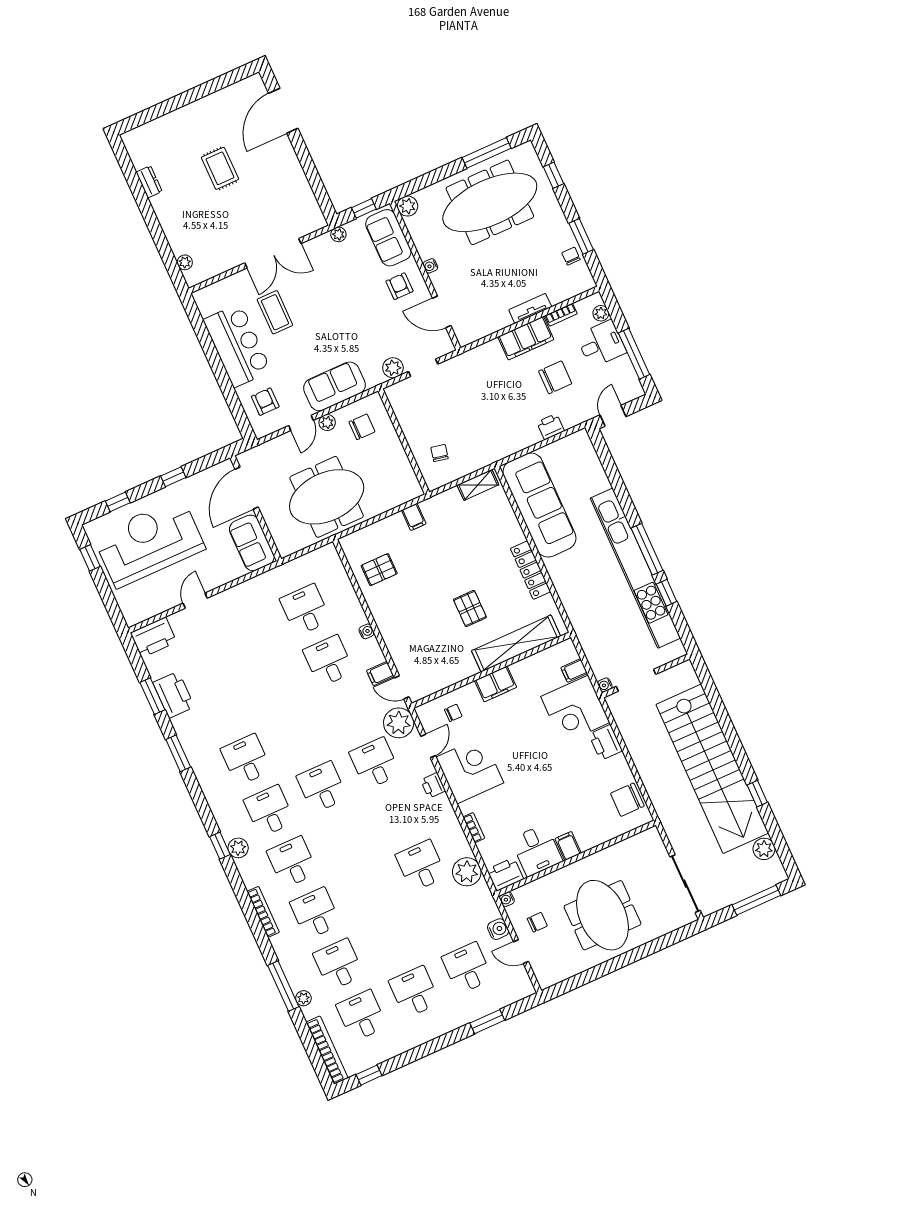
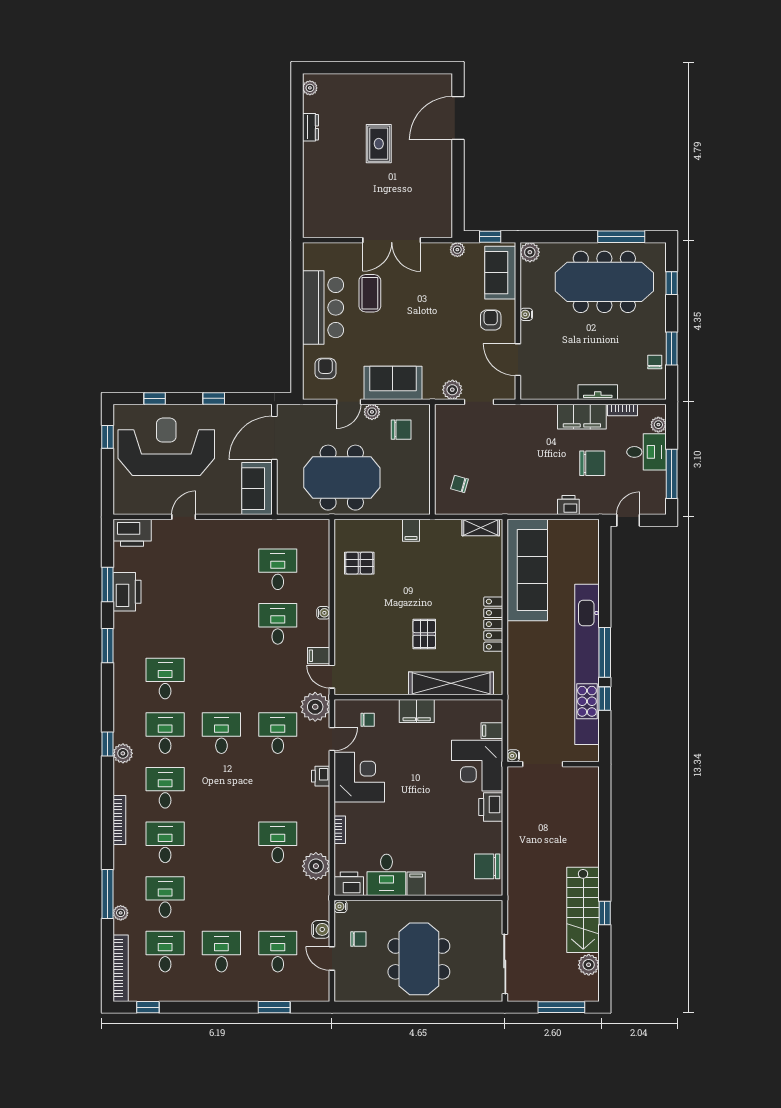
plant: (185, 262) -> (310, 88), moved
chair: (440, 453) -> (459, 484), turned -86
stairs: (712, 769) -> (583, 910), width x0.54, depth x0.66

